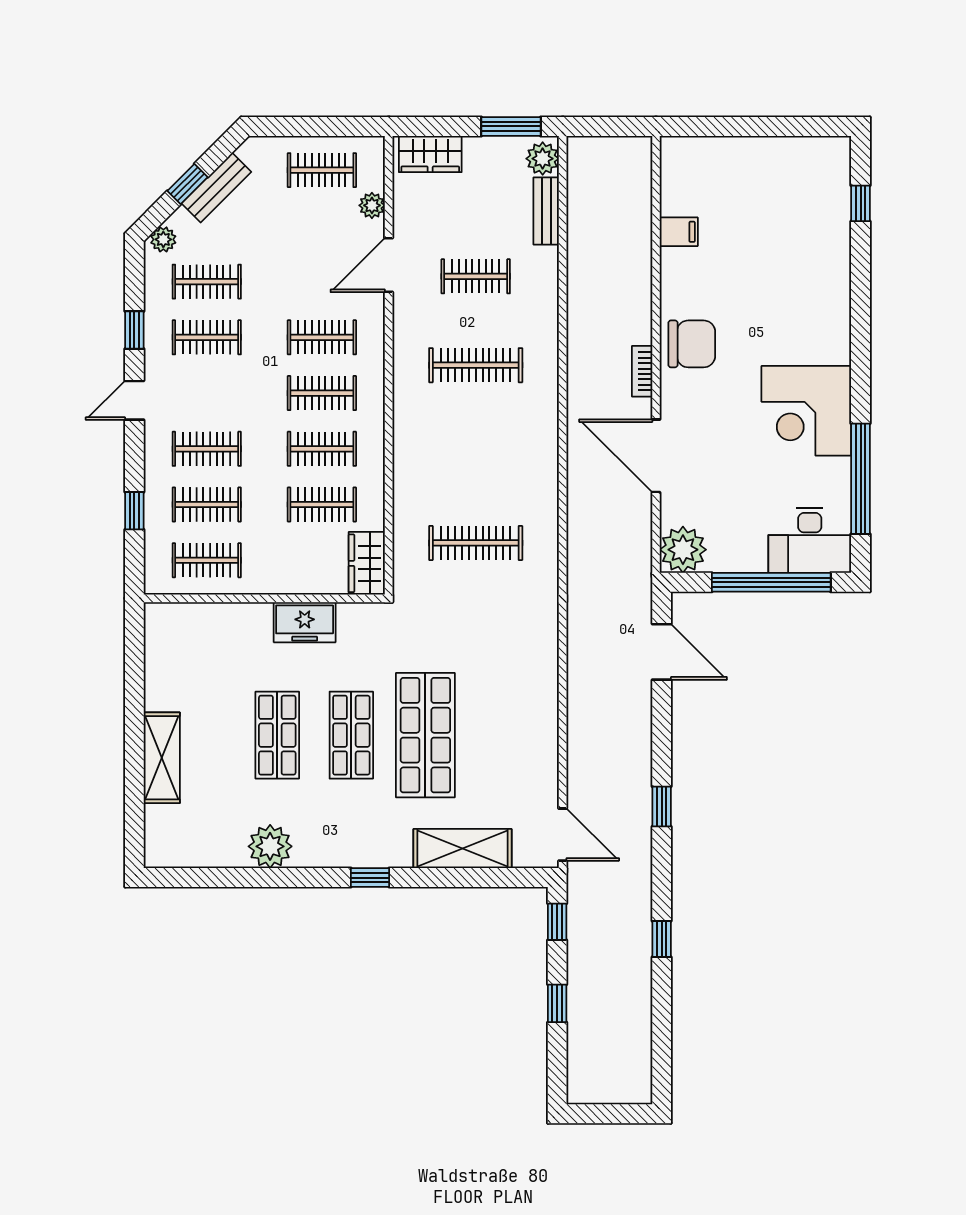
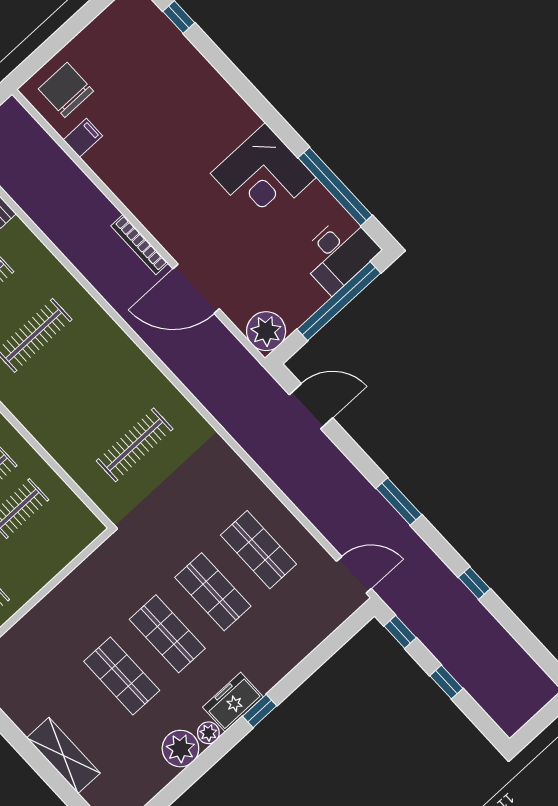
chair: (692, 344) -> (66, 90), moved, turned -90
bookcase: (642, 371) -> (140, 245), width x1.56
wardrobe: (367, 563) -> (79, 519), removed
freezer: (305, 622) -> (233, 702), moved, turned 180
shop shelf: (425, 735) -> (213, 592), width x0.70, depth x0.74
shop shelf: (499, 735) -> (258, 550), added
window: (662, 807) -> (399, 501), width x1.50
shelving: (462, 849) -> (300, 641), removed
plant: (307, 855) -> (208, 733), added

